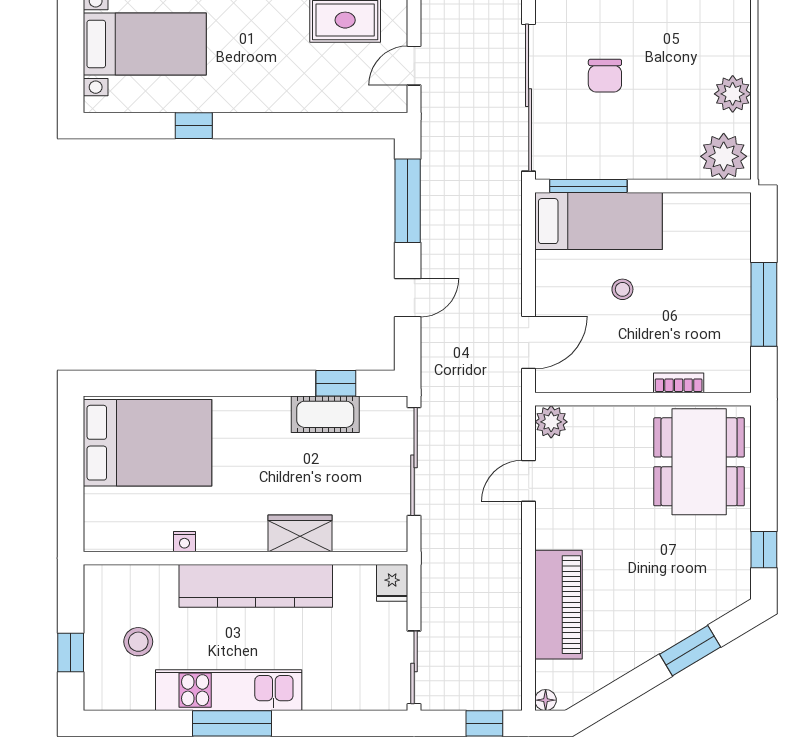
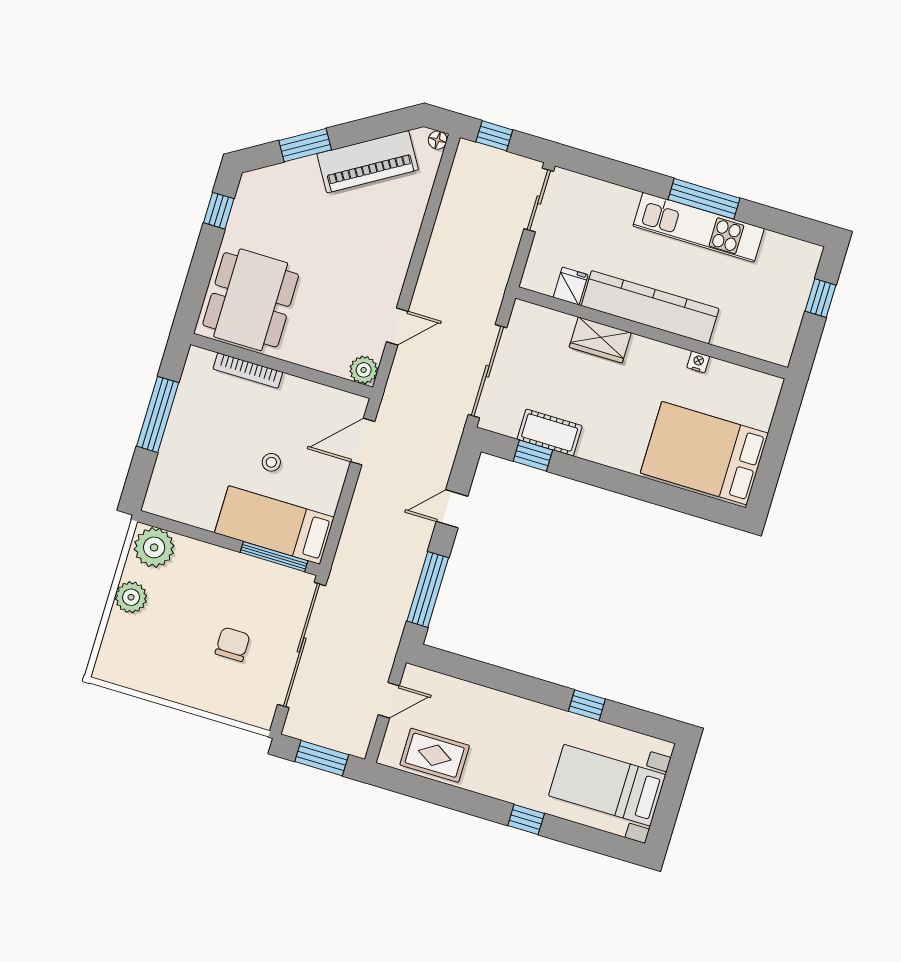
bookcase: (679, 383) -> (248, 371), width x1.56
fridge: (392, 583) -> (571, 286), moved
piano: (559, 605) -> (368, 162), moved, turned -121
stool: (138, 642) -> (762, 290), removed

